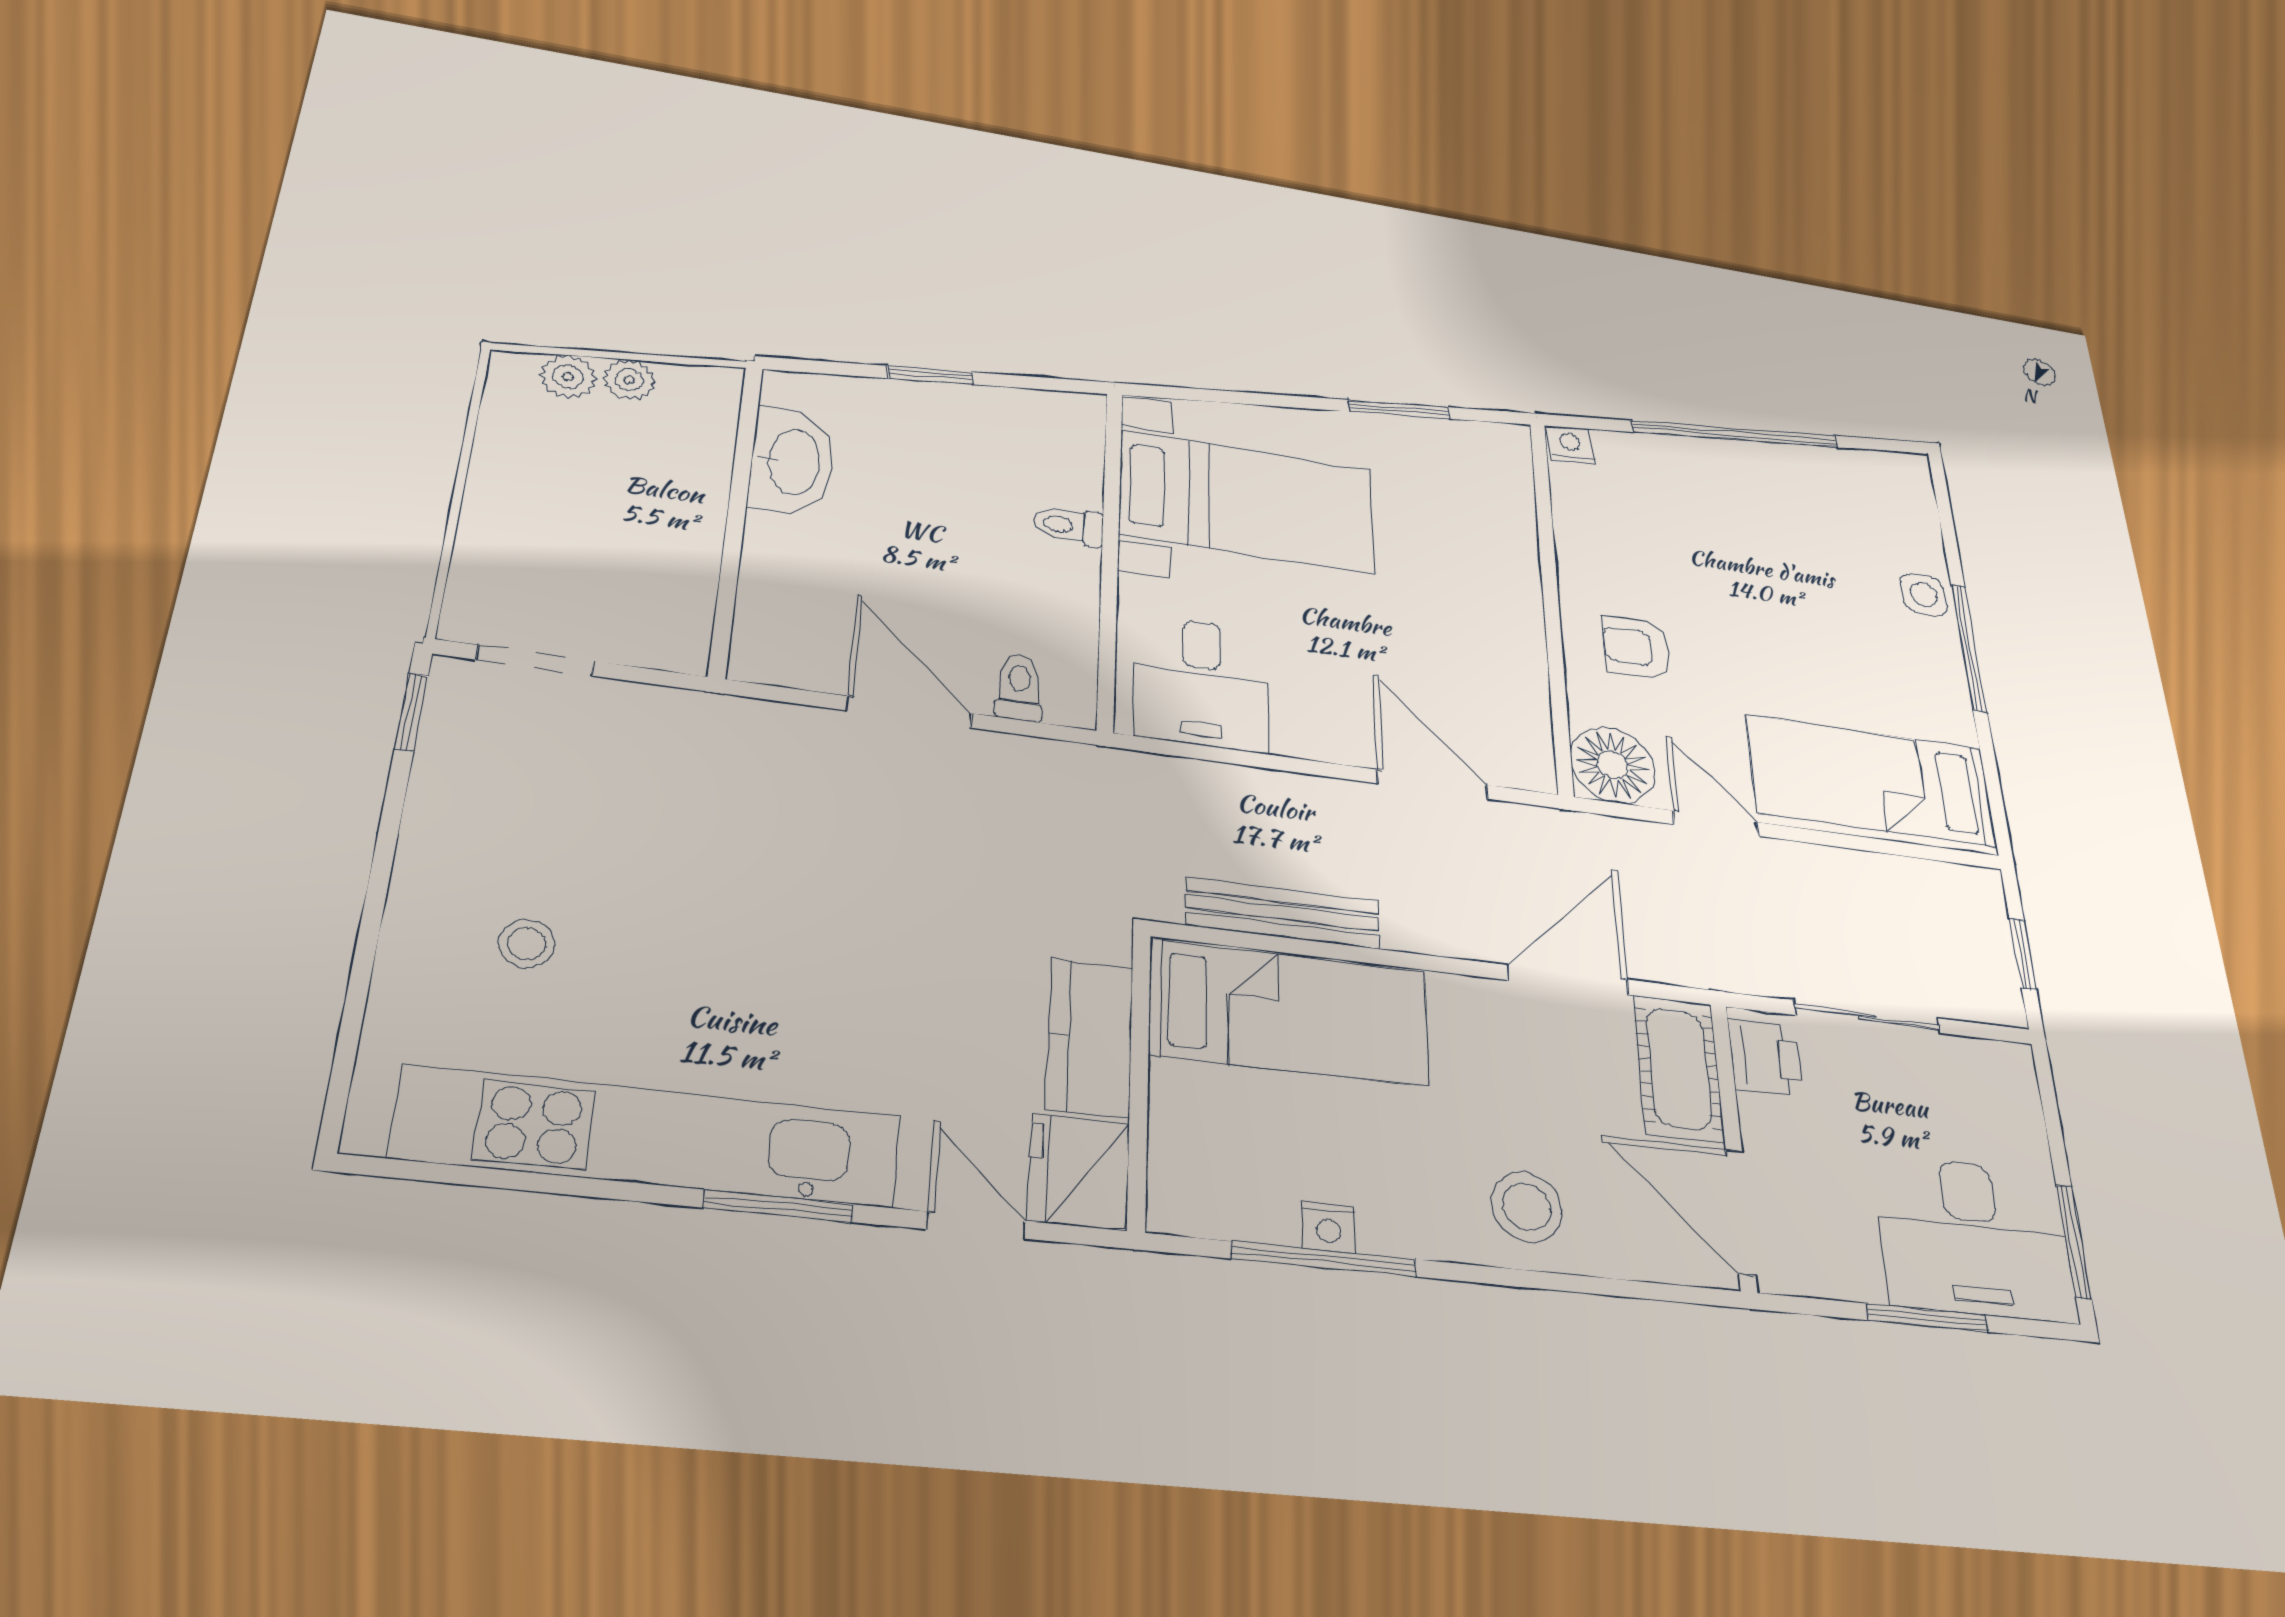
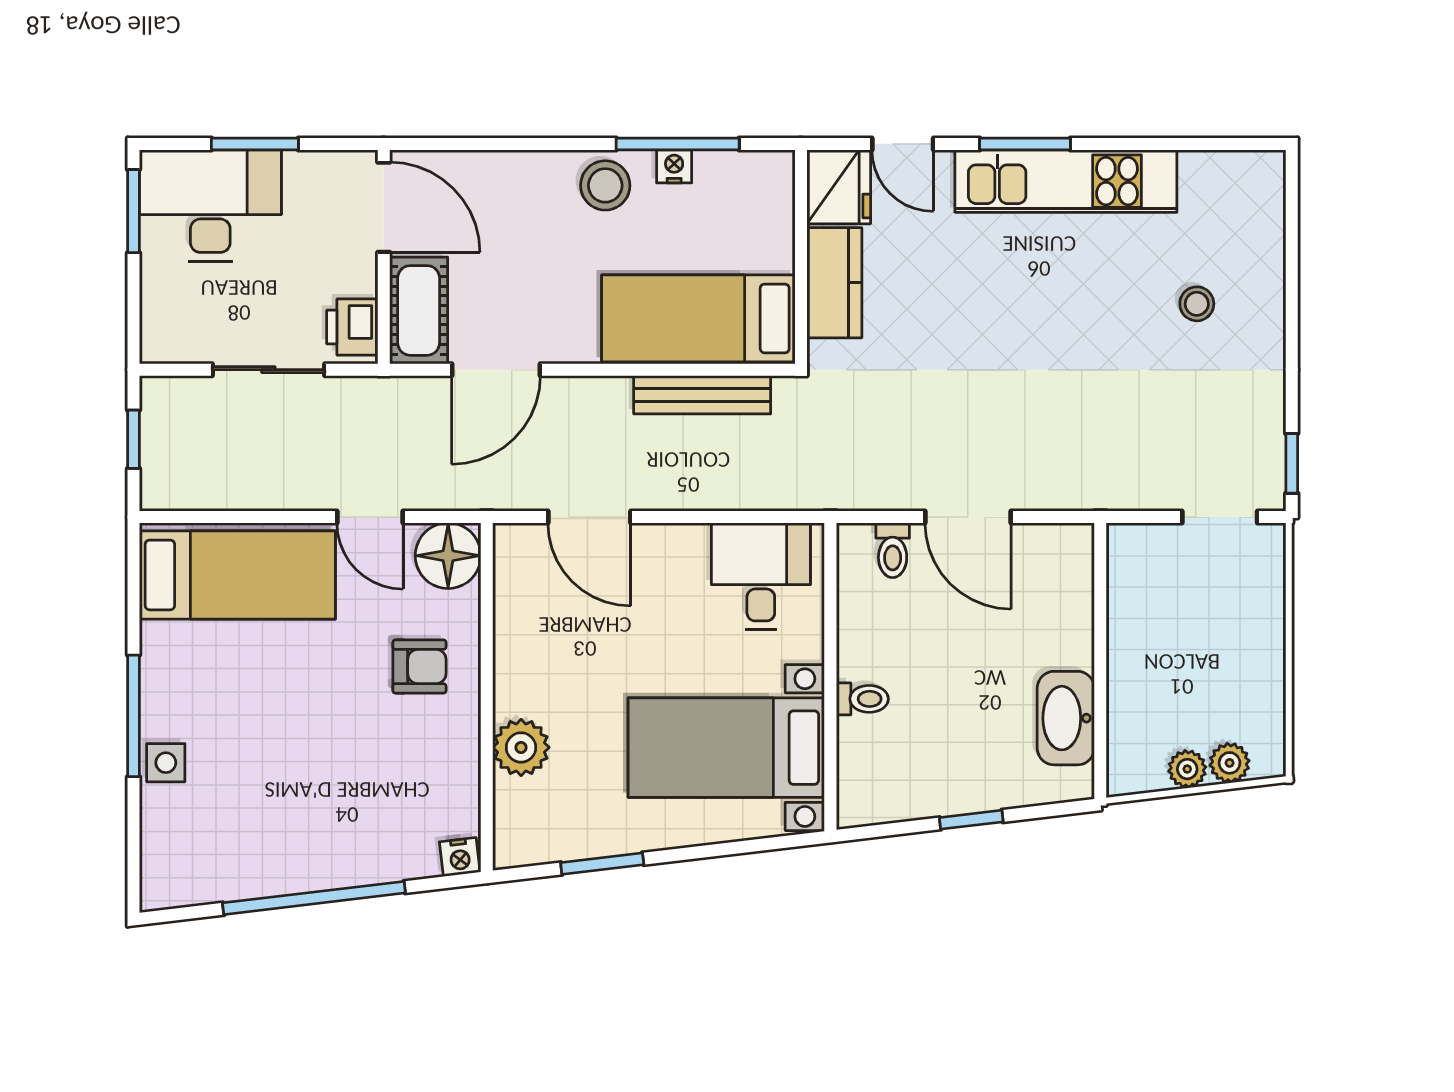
plant: (1505, 543) -> (521, 747), added
kitchen unit: (650, 1137) -> (1066, 181), width x0.73
stool: (1527, 1207) -> (605, 185), moved

